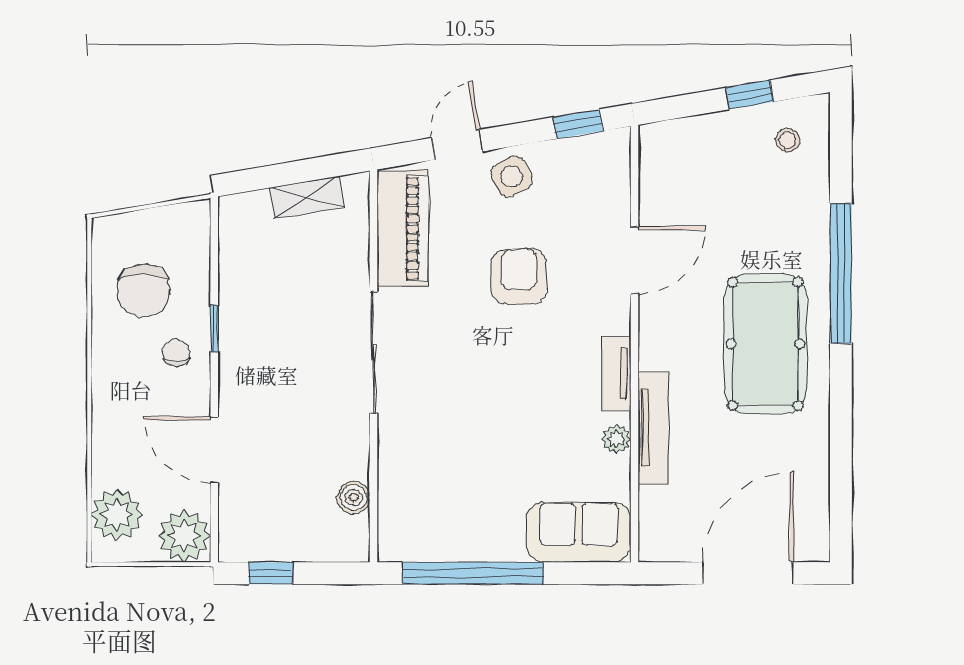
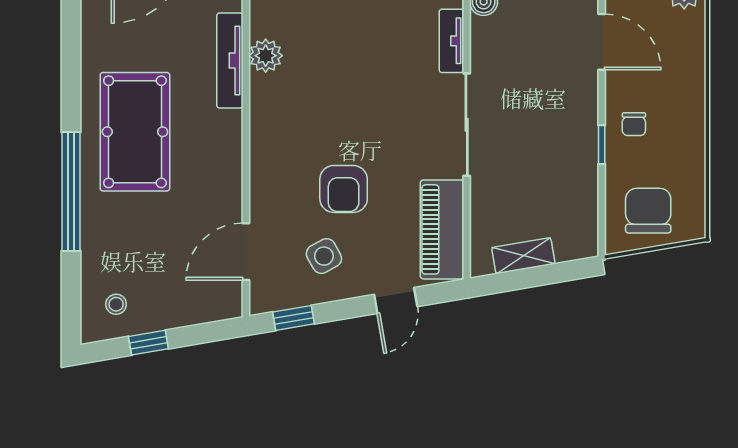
side table: (512, 176) -> (324, 256), moved
door: (634, 260) -> (246, 252), moved
chair: (144, 291) -> (648, 211), moved
tv unit: (616, 374) -> (451, 41), moved, turned 180
plant: (616, 439) -> (266, 56), width x1.38, depth x1.38

